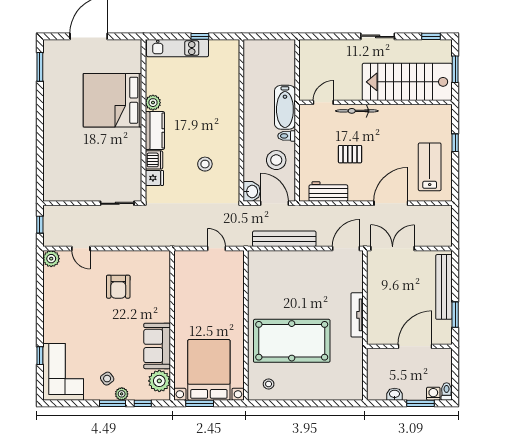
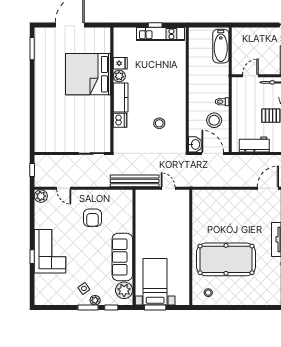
kitchen unit: (178, 48) -> (160, 34), moved
bathtub: (285, 107) -> (221, 46), moved
fridge: (154, 178) -> (120, 63), moved
bench: (284, 239) -> (135, 181), moved
sofa: (157, 346) -> (122, 257), width x1.36
window: (40, 356) -> (32, 257), moved
bed with nightstands: (209, 370) -> (155, 282), width x0.73
corner sofa: (63, 372) -> (50, 251), moved

